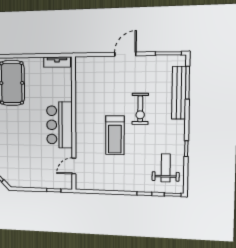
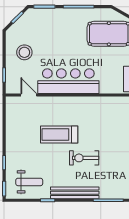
bench: (179, 93) -> (75, 193), moved
bar counter: (60, 125) -> (68, 81), width x1.36
stool: (31, 169) -> (24, 52), added

